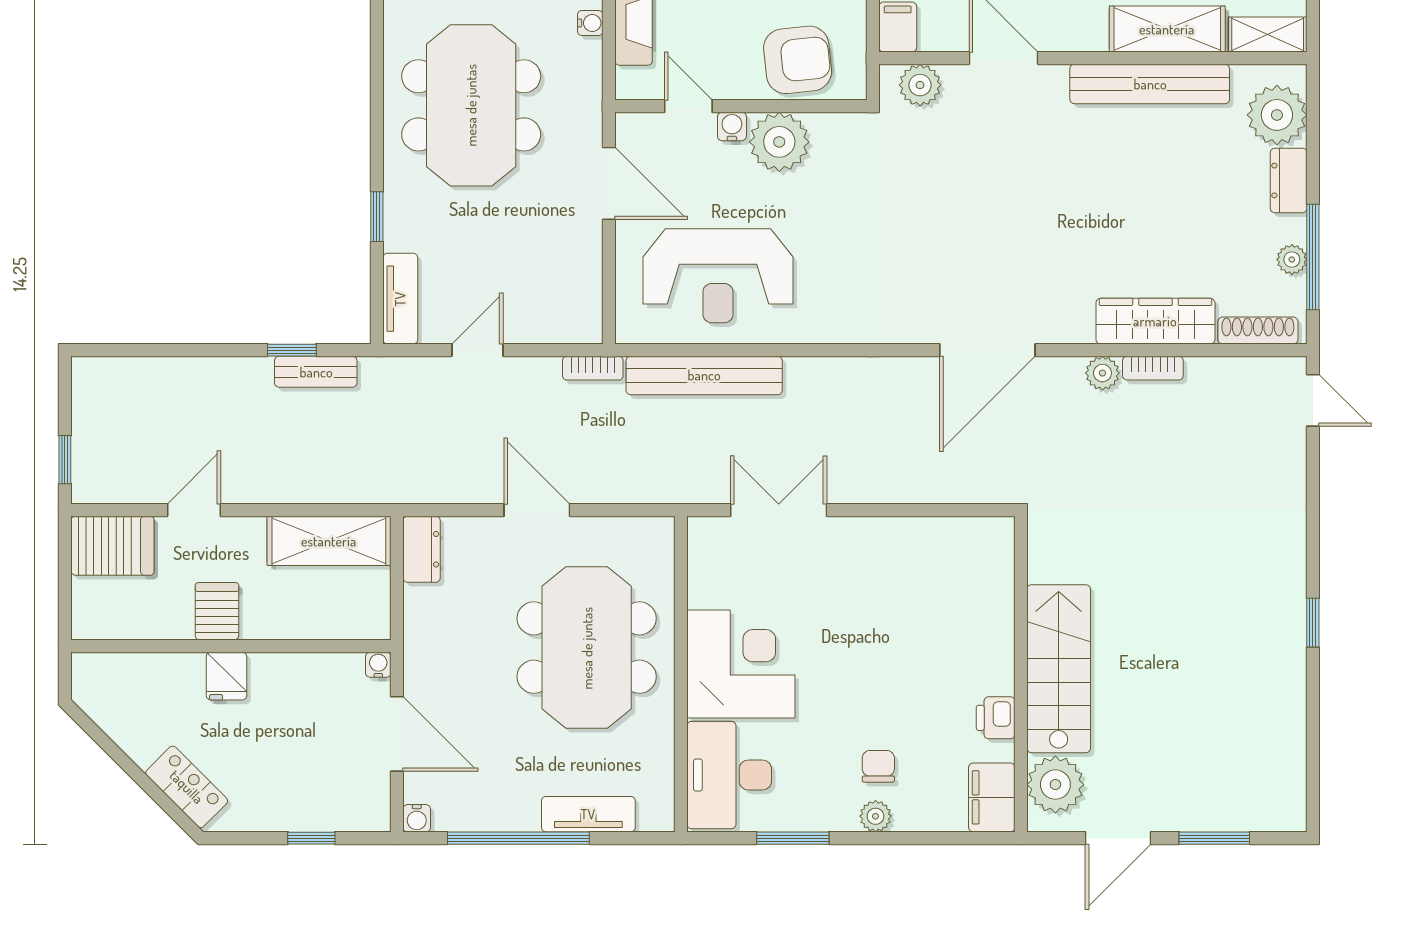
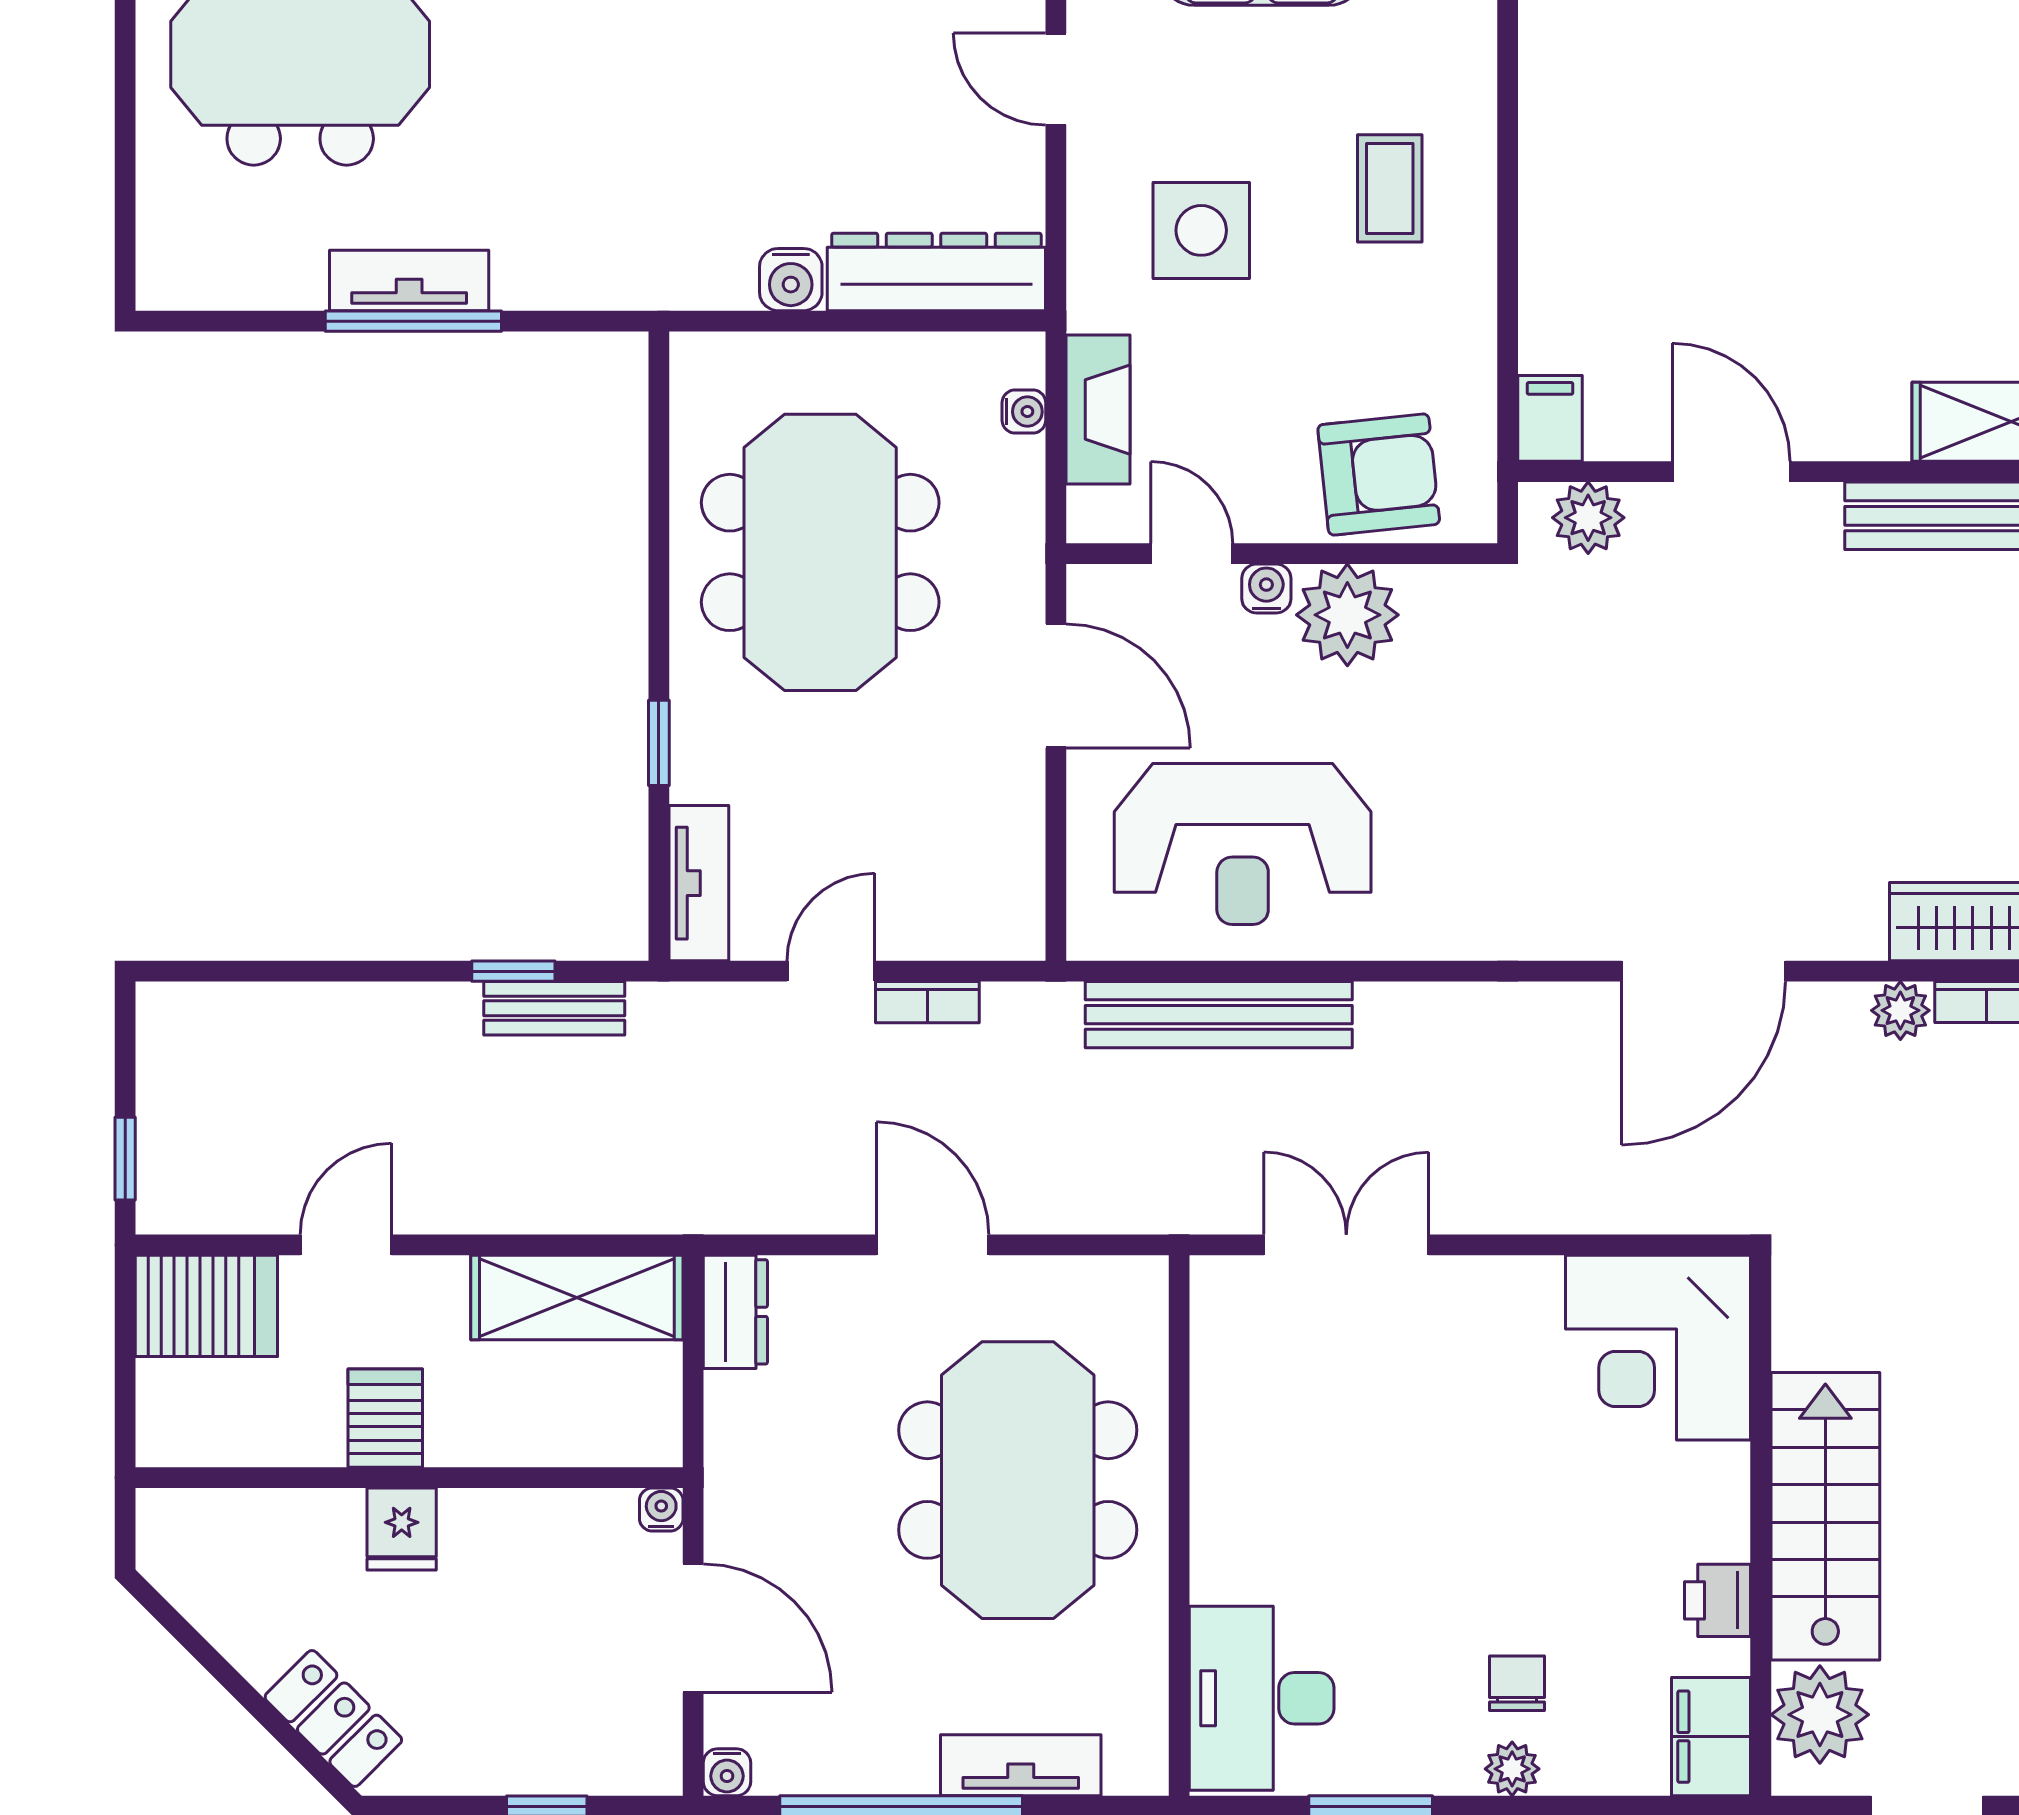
bookcase: (593, 368) -> (927, 1002), moved
corner desk: (741, 664) -> (1658, 1348), moved, turned 180

